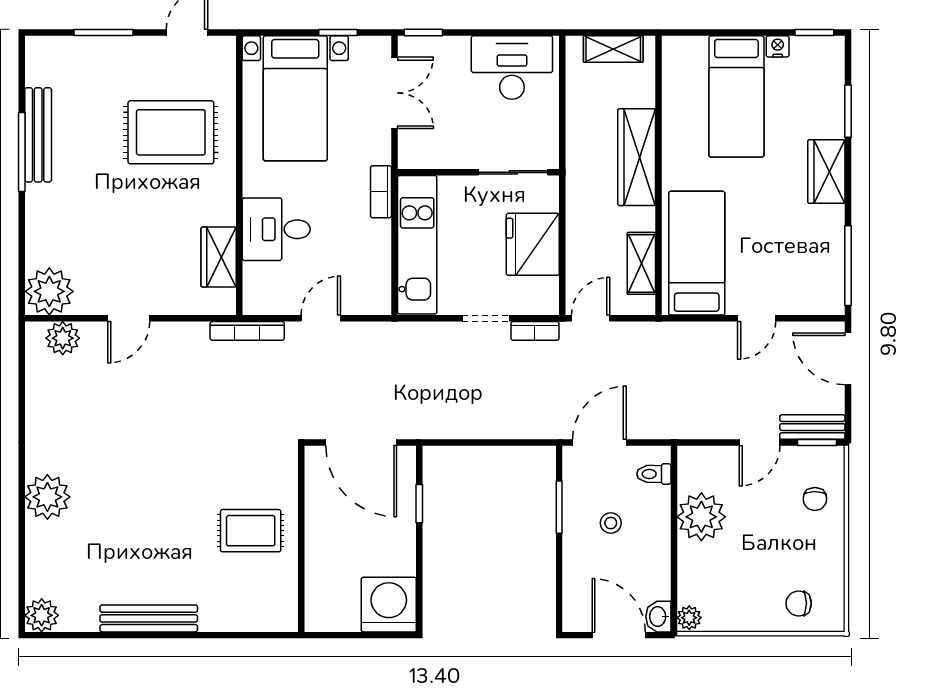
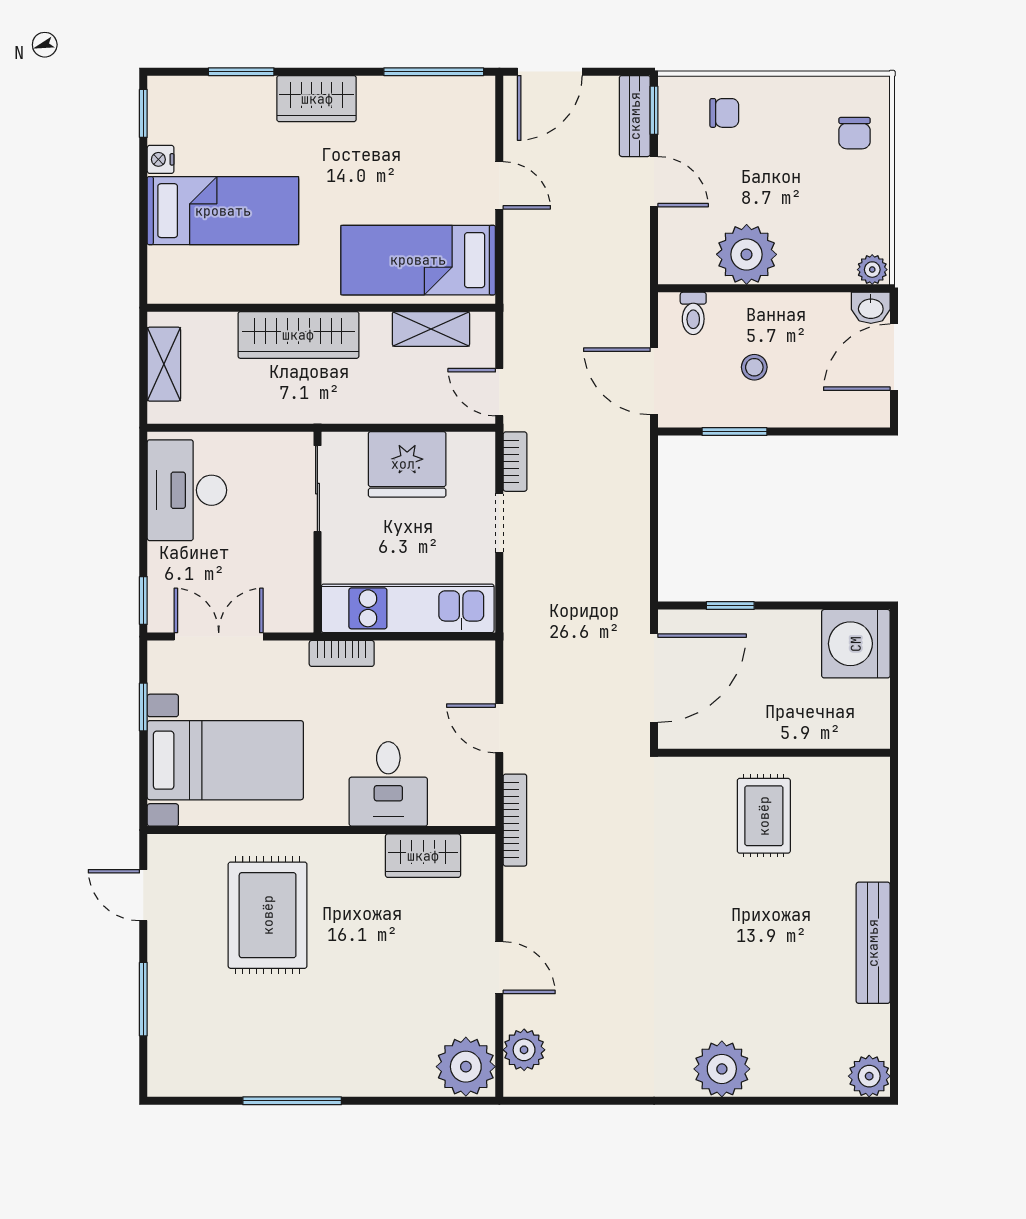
bench: (38, 135) -> (271, 1081), removed

